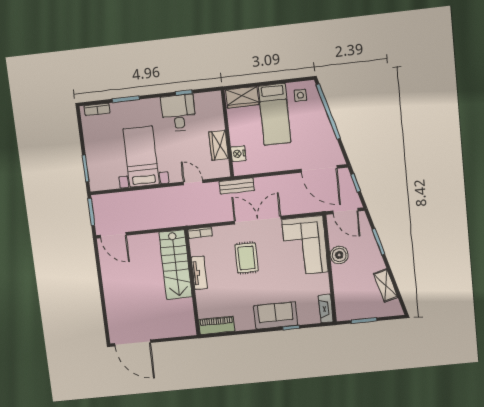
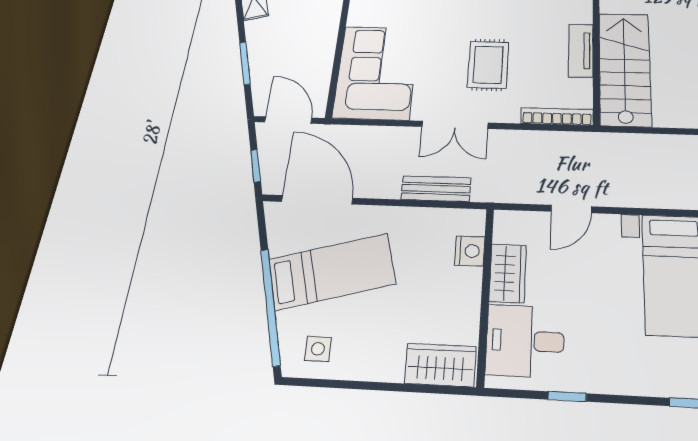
desk: (179, 113) -> (525, 341), moved, turned 90
bed: (275, 114) -> (332, 271), moved, turned 74
door: (193, 182) -> (571, 209), hinge flipped
bench: (237, 186) -> (436, 189), moved
double door: (258, 220) -> (455, 125), width x0.73
bookcase: (200, 233) -> (557, 117), width x1.56
boiler: (339, 255) -> (319, 51), removed

